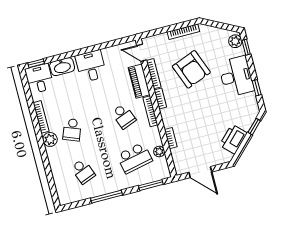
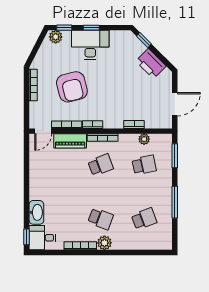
desk: (91, 66) -> (43, 184), removed
armchair: (191, 69) -> (72, 87), turned 97
window: (257, 88) -> (91, 28), moved
school desk: (135, 158) -> (144, 165), width x0.54

